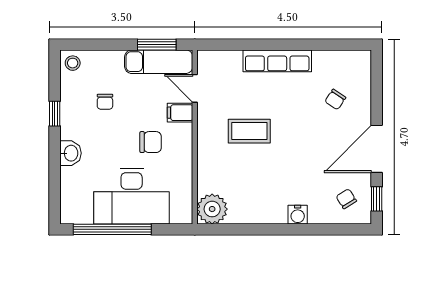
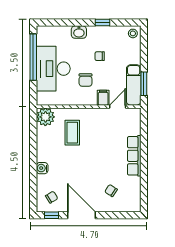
chair: (105, 102) -> (100, 56), moved
coffee table: (249, 131) -> (72, 133), moved

